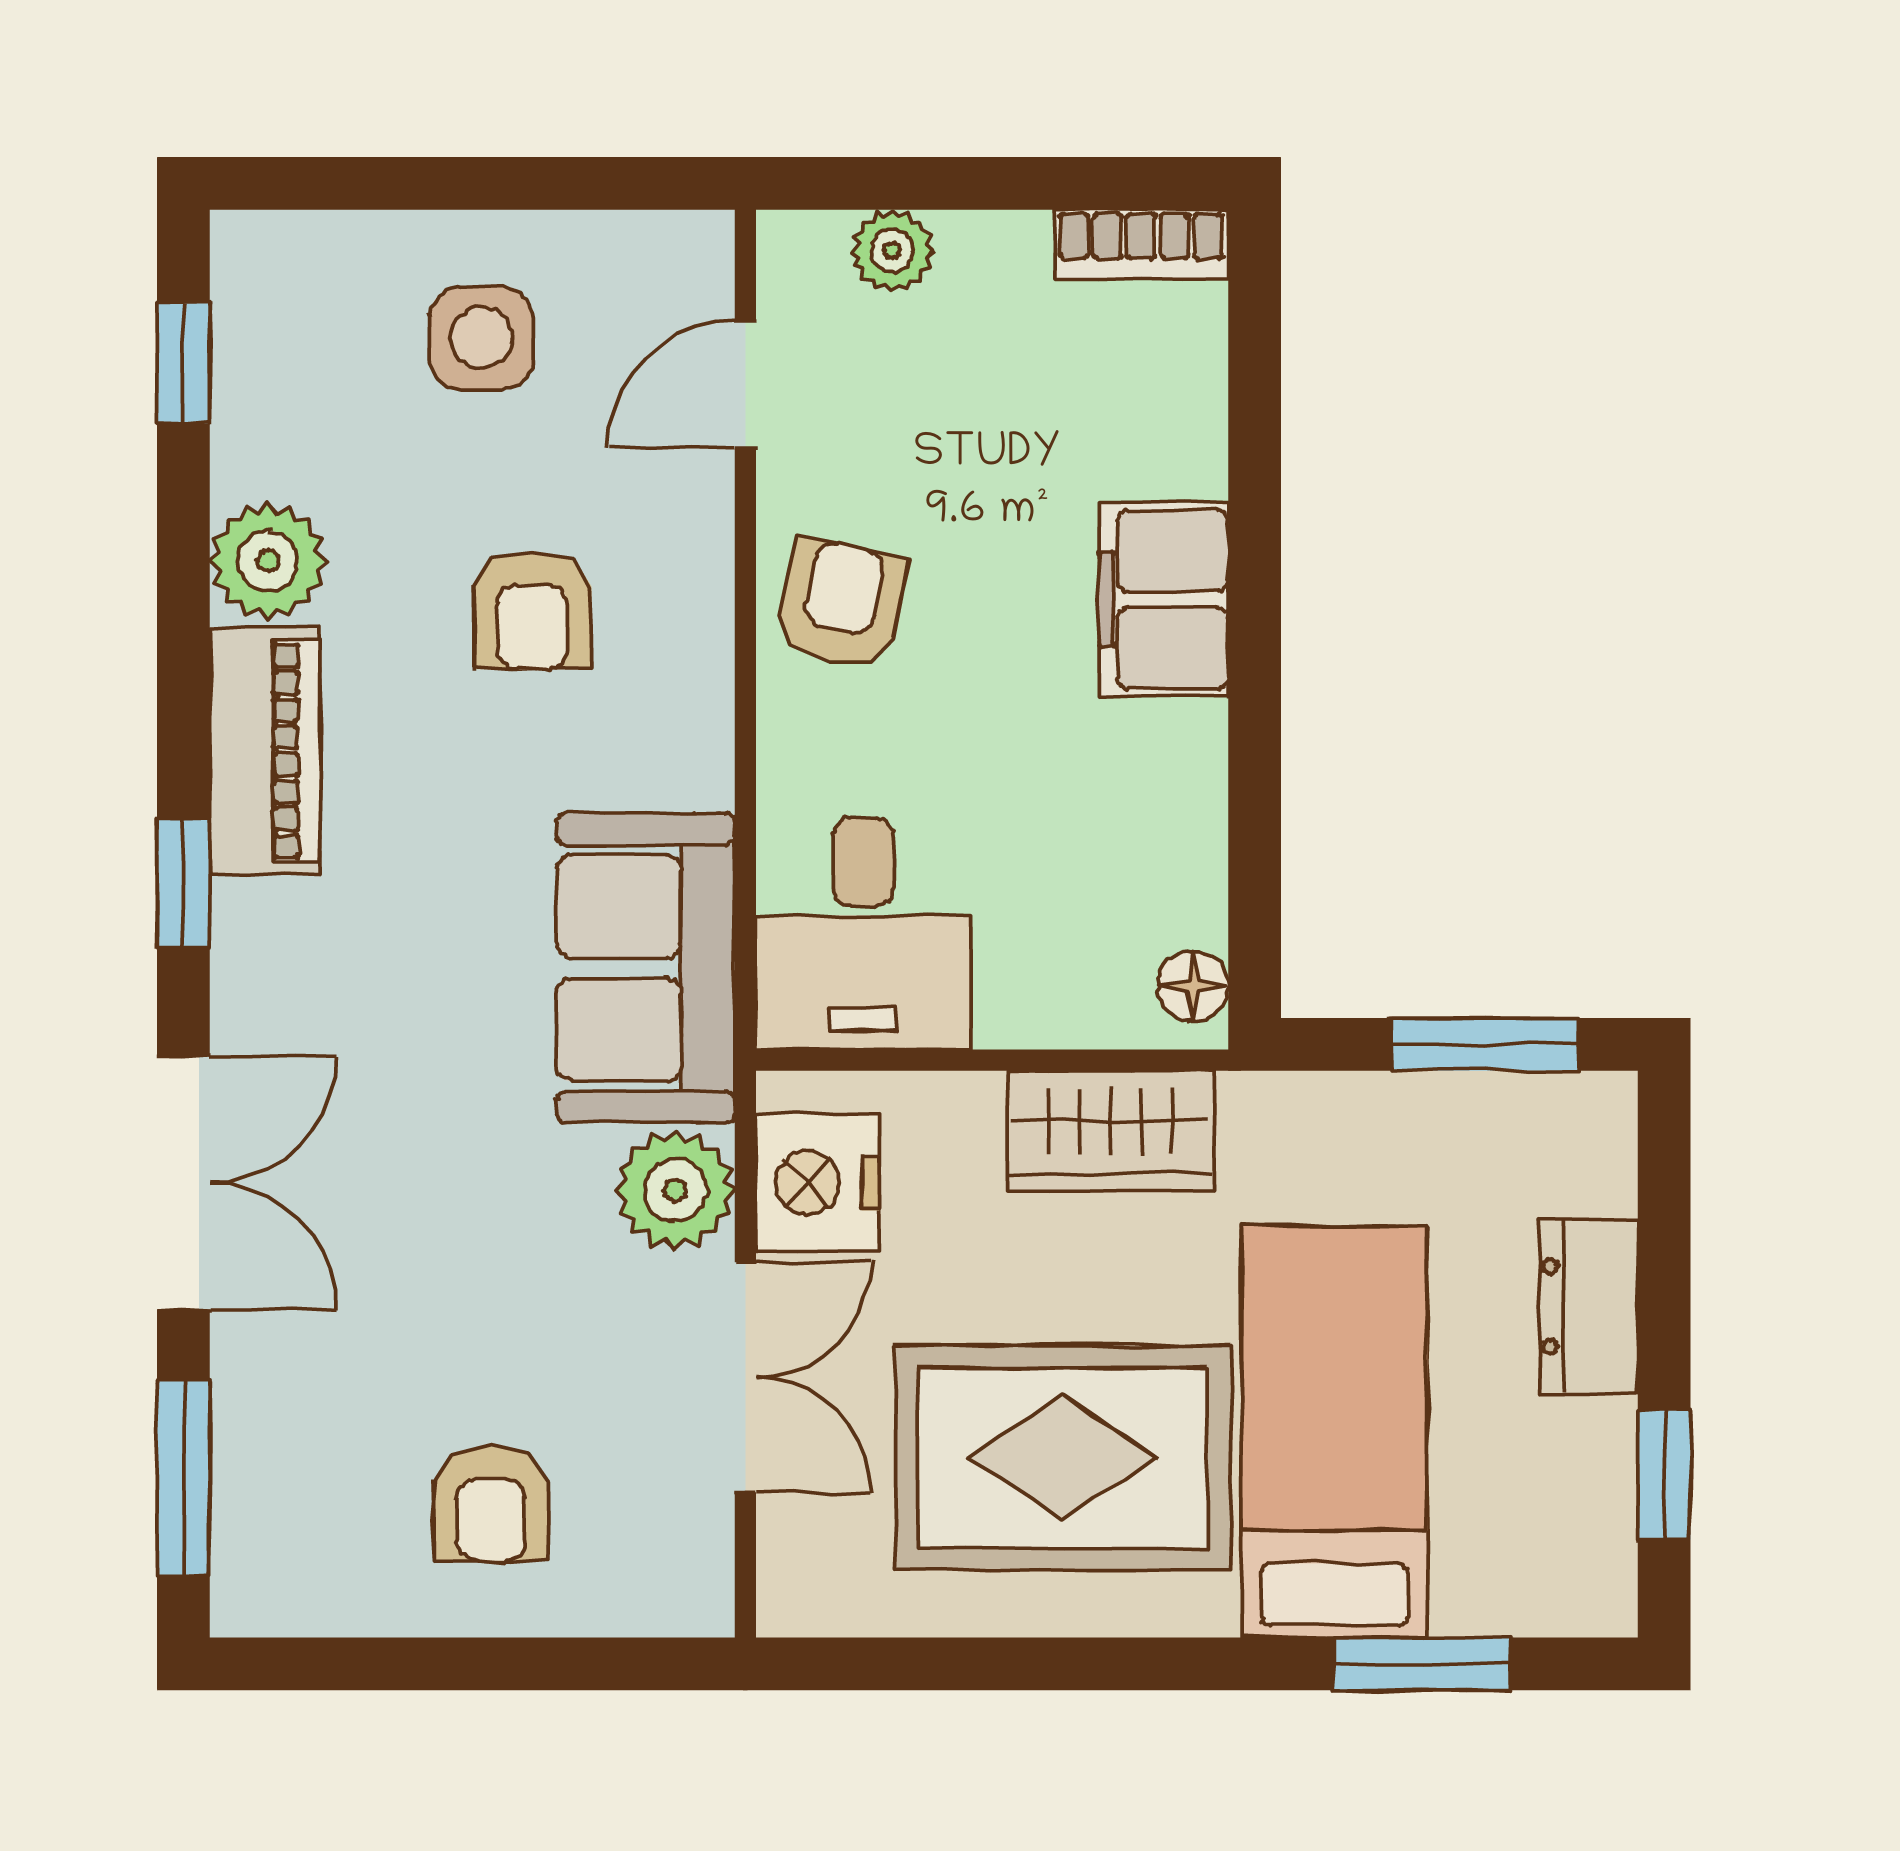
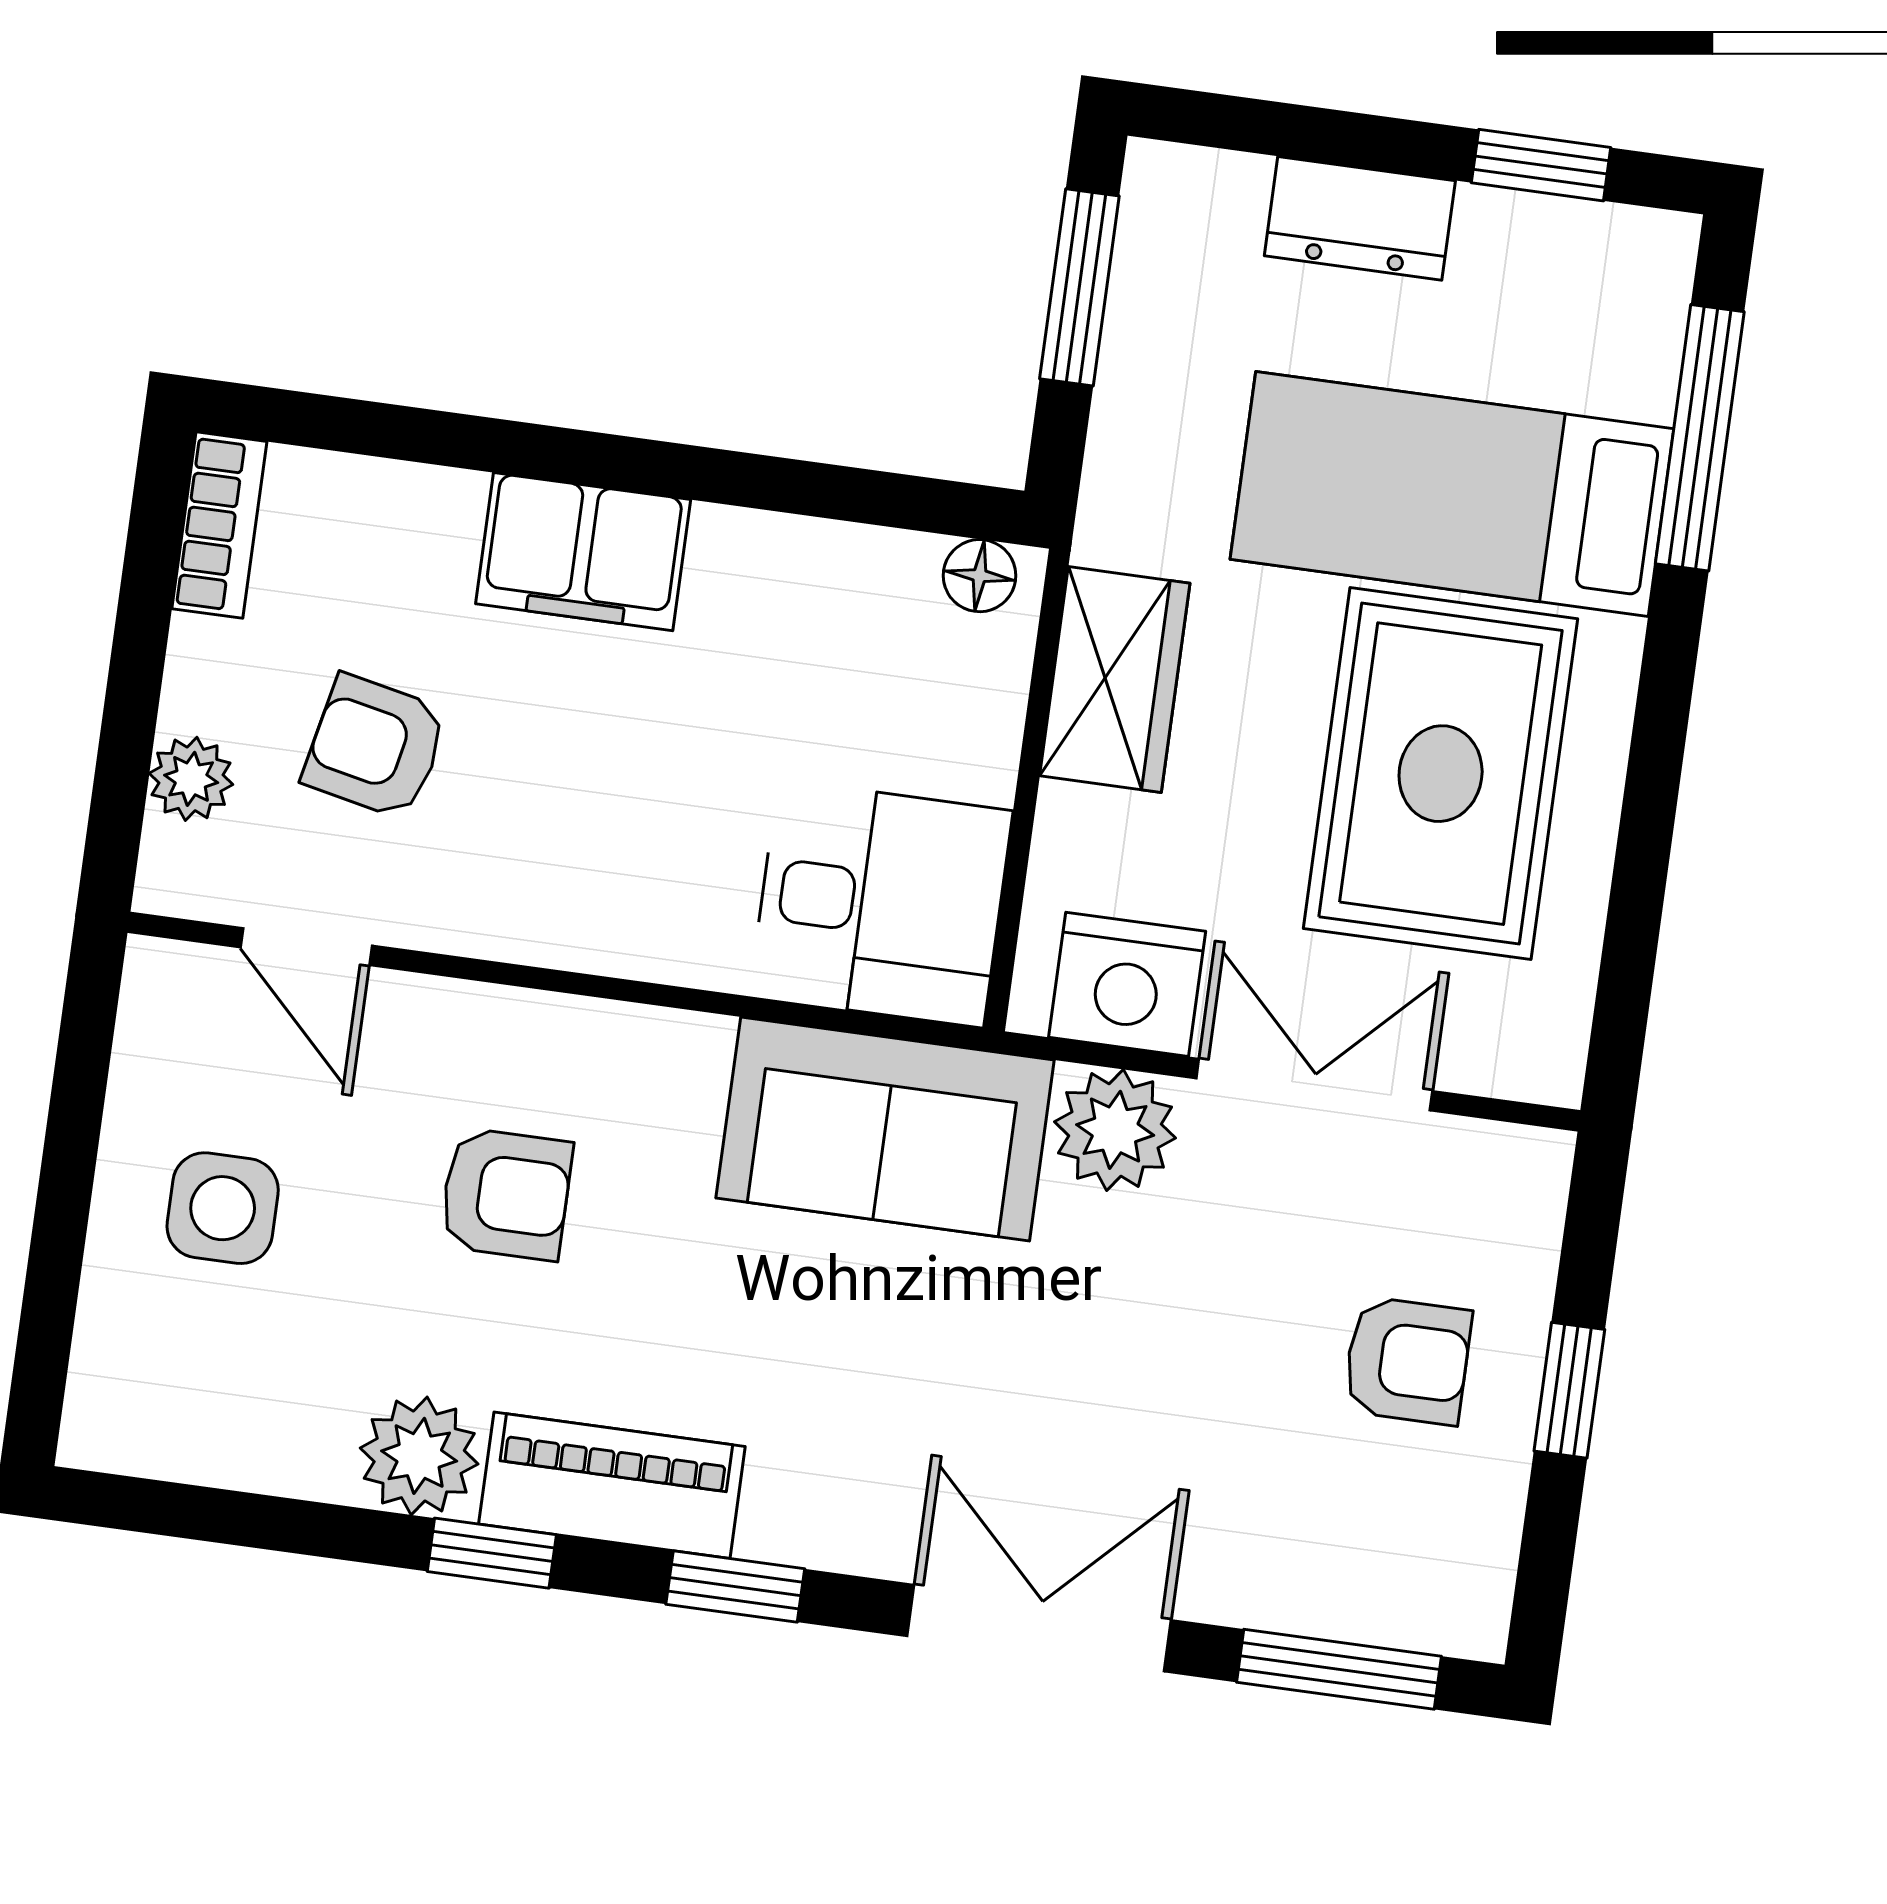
window: (183, 363) -> (492, 1553), moved
armchair: (841, 604) -> (375, 747), moved
window: (484, 1664) -> (1569, 1390), added
window: (1422, 1664) -> (1700, 438), width x1.44

